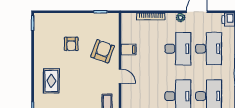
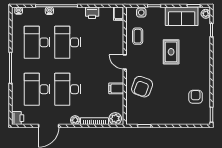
plant: (181, 18) -> (75, 120), moved
plant: (130, 19) -> (115, 119), added
armchair: (71, 44) -> (196, 97), moved
rug: (51, 81) -> (171, 52), moved

